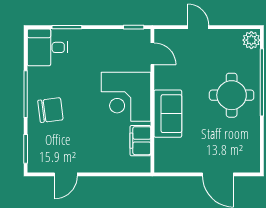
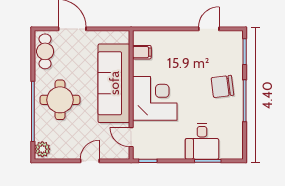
door: (198, 27) -> (90, 161), swing flipped
desk: (47, 47) -> (202, 141), moved, turned 90
sofa: (168, 114) -> (114, 83), width x1.85, depth x1.27
filing cabinet: (140, 141) -> (142, 52), width x0.50
cafe table: (248, 149) -> (45, 51), added

